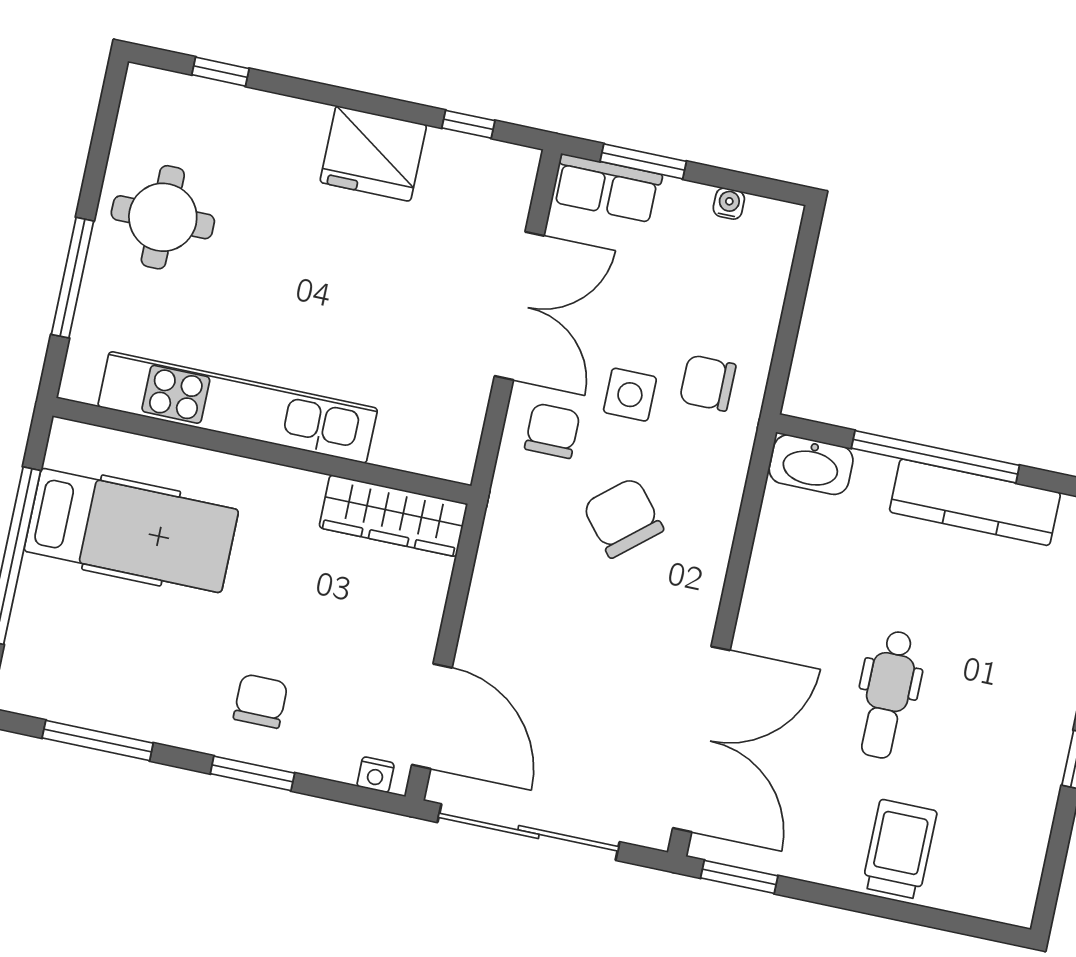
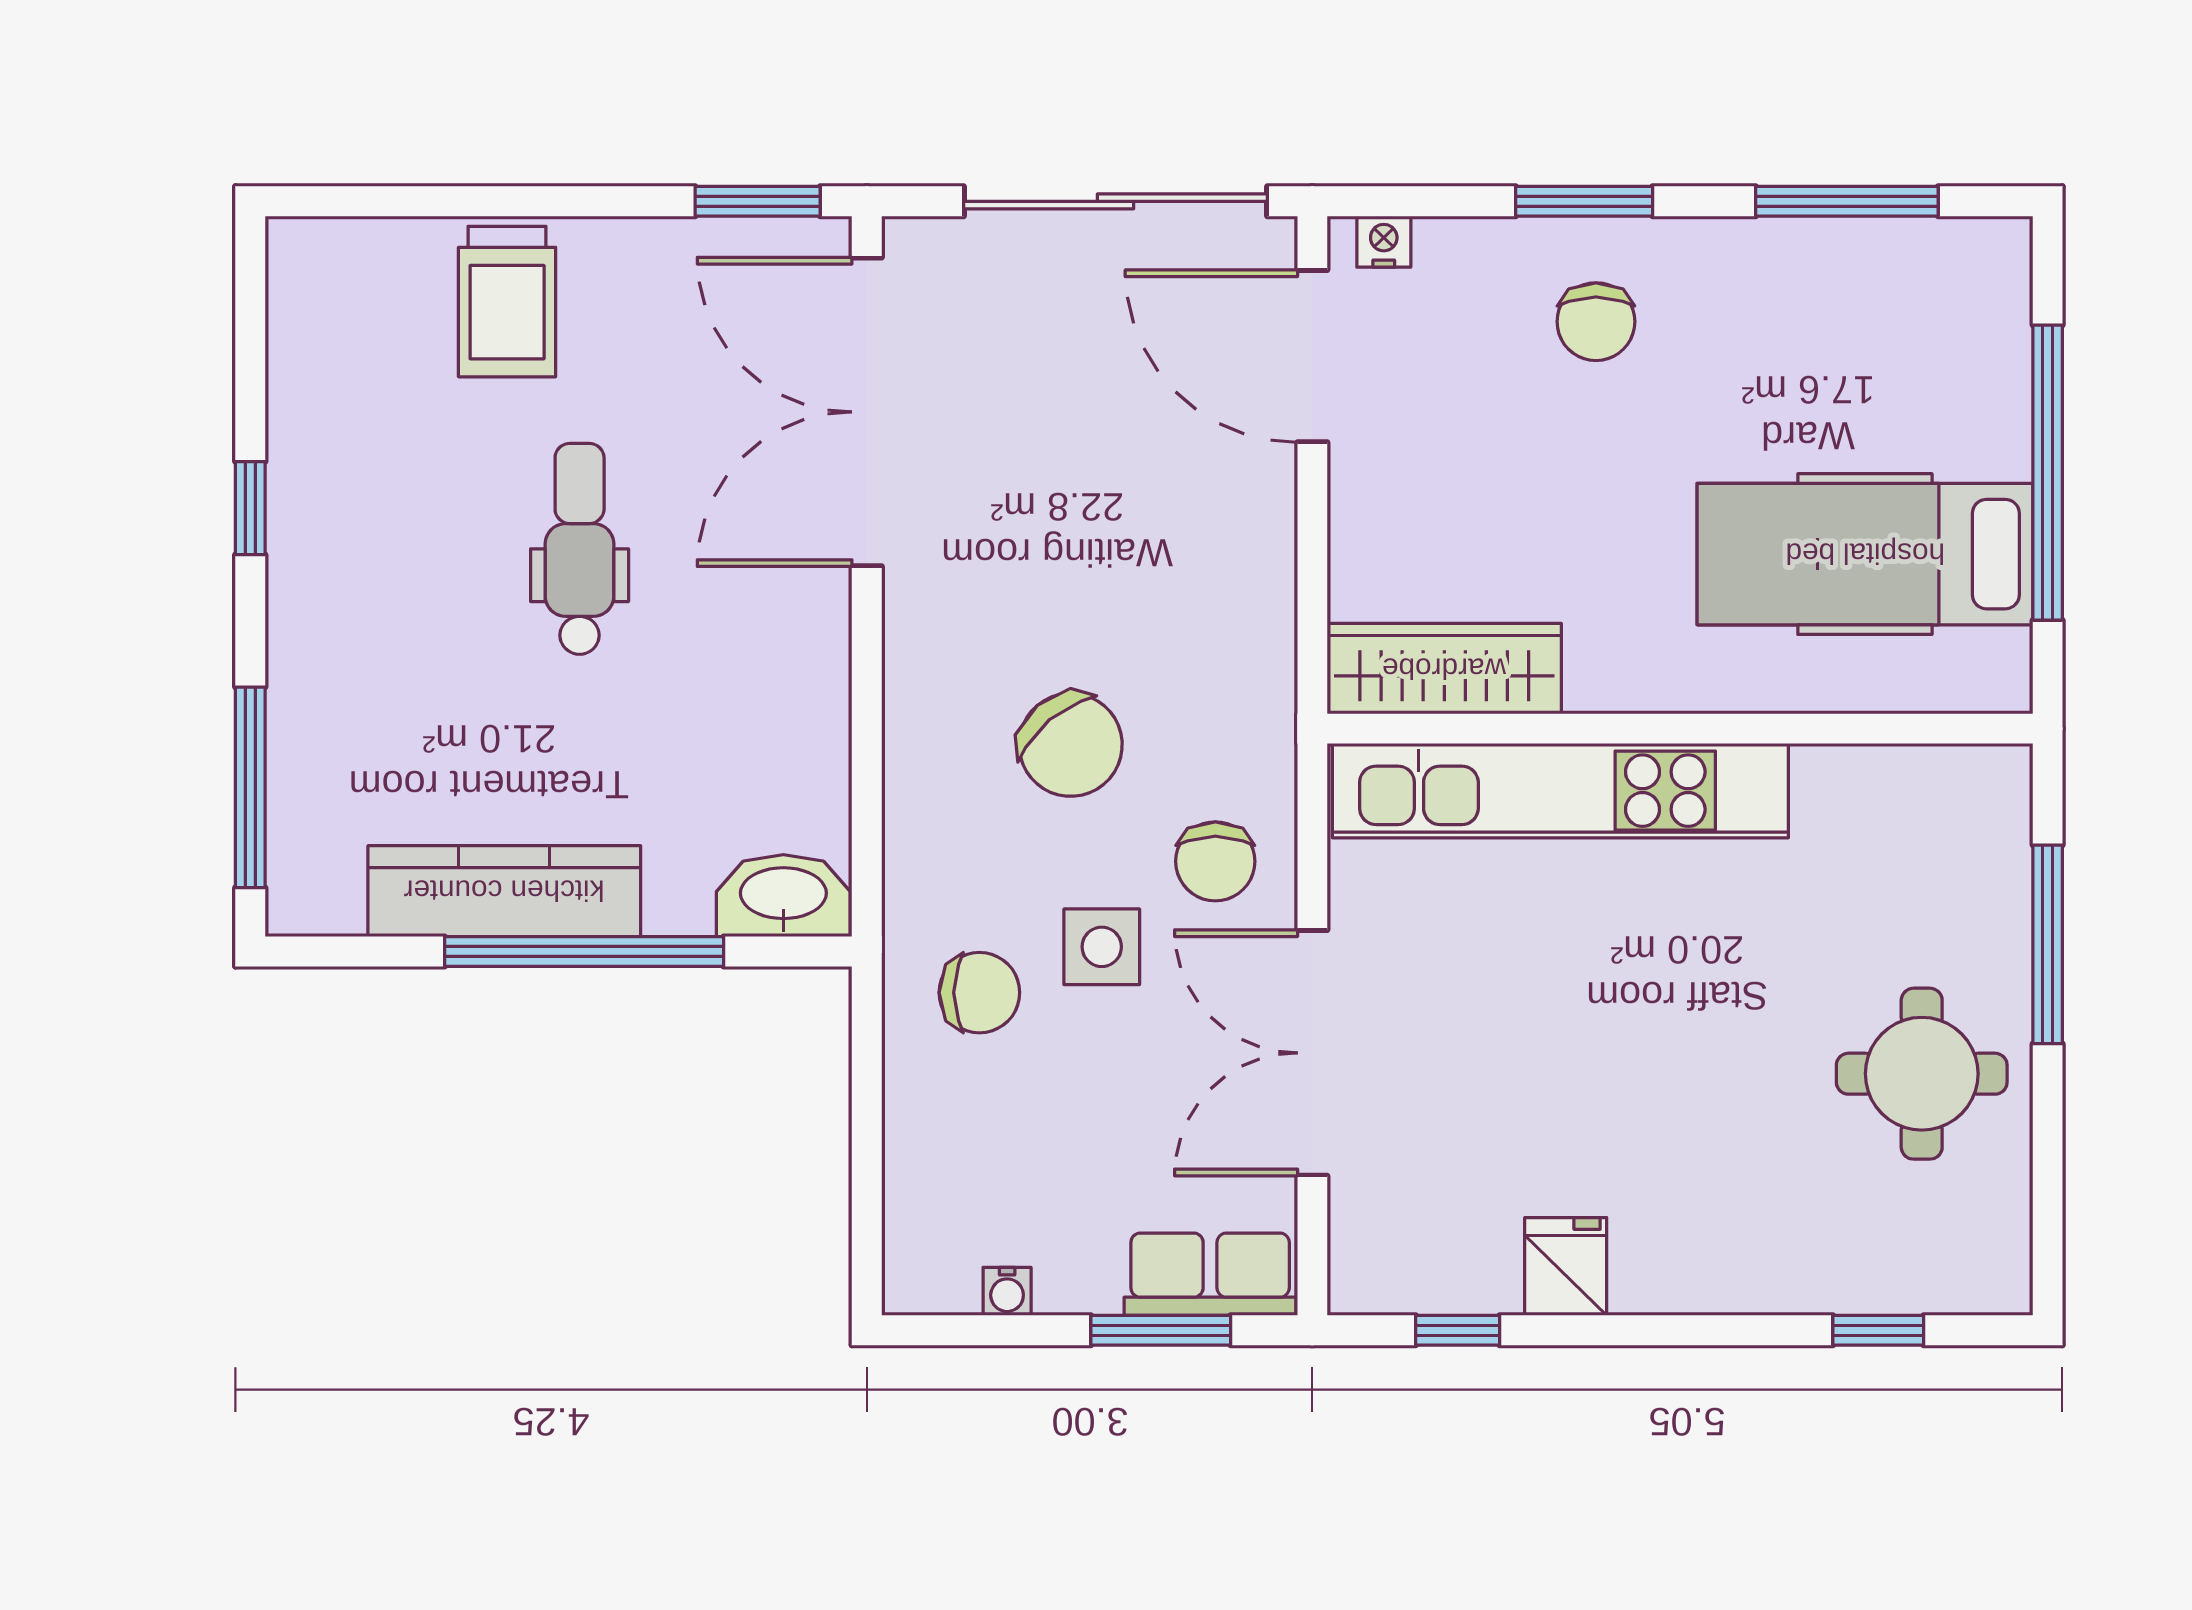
fridge: (373, 153) -> (1566, 1266), width x0.53, depth x0.75
kitchen unit: (238, 407) -> (1560, 791), moved

